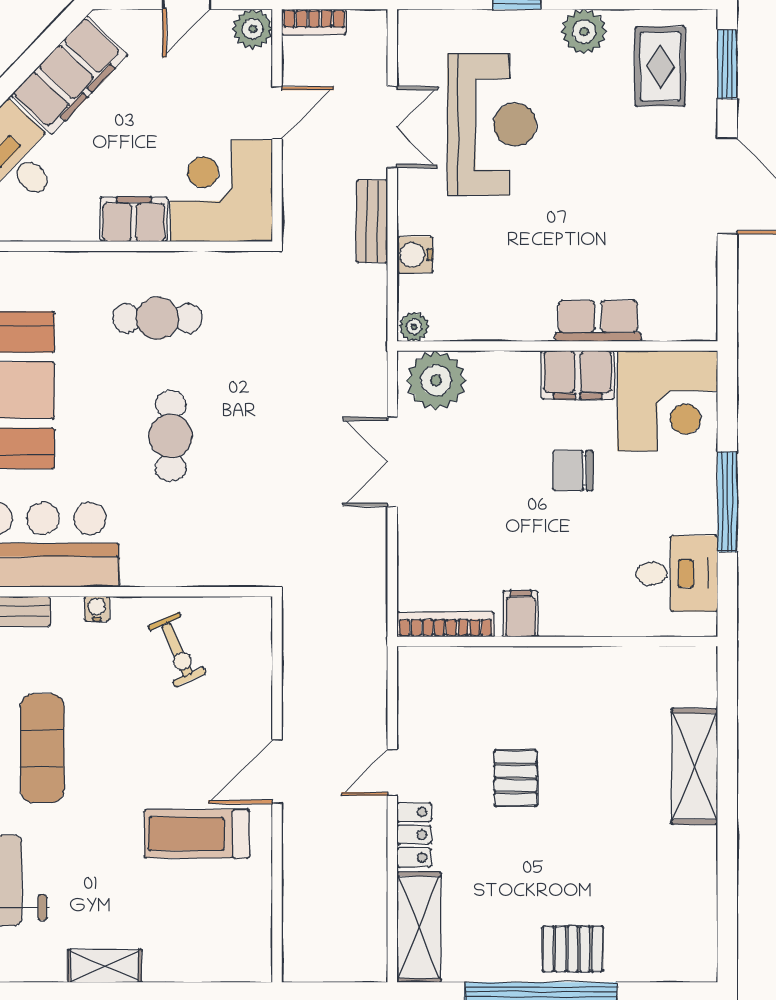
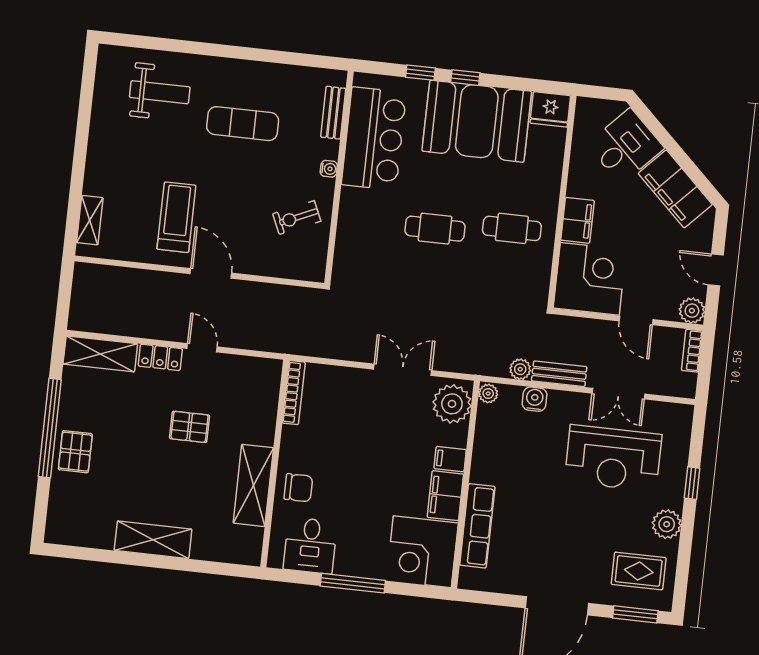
plant: (371, 282) -> (520, 369), added
cafe table: (157, 318) -> (512, 228), turned 90
row of seats: (598, 321) -> (477, 526), width x1.48
chair: (573, 470) -> (298, 488), moved, turned 90
filing cabinet: (521, 614) -> (450, 459), moved, turned 180
shelving: (594, 671) -> (253, 485), added
shelving: (695, 766) -> (153, 540), moved
shelving: (104, 966) -> (90, 220), moved

